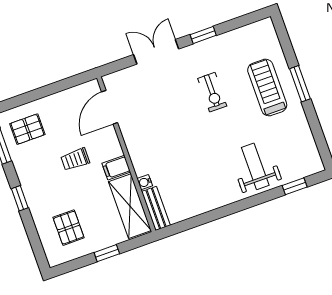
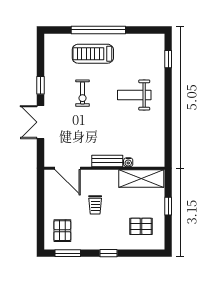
window: (300, 84) -> (98, 30), width x2.11
exercise bike: (212, 92) -> (82, 93), turned 90
weight bench: (255, 166) -> (134, 95), moved
filing cabinet: (116, 168) -> (111, 178), removed
bench: (156, 208) -> (107, 161), moved

